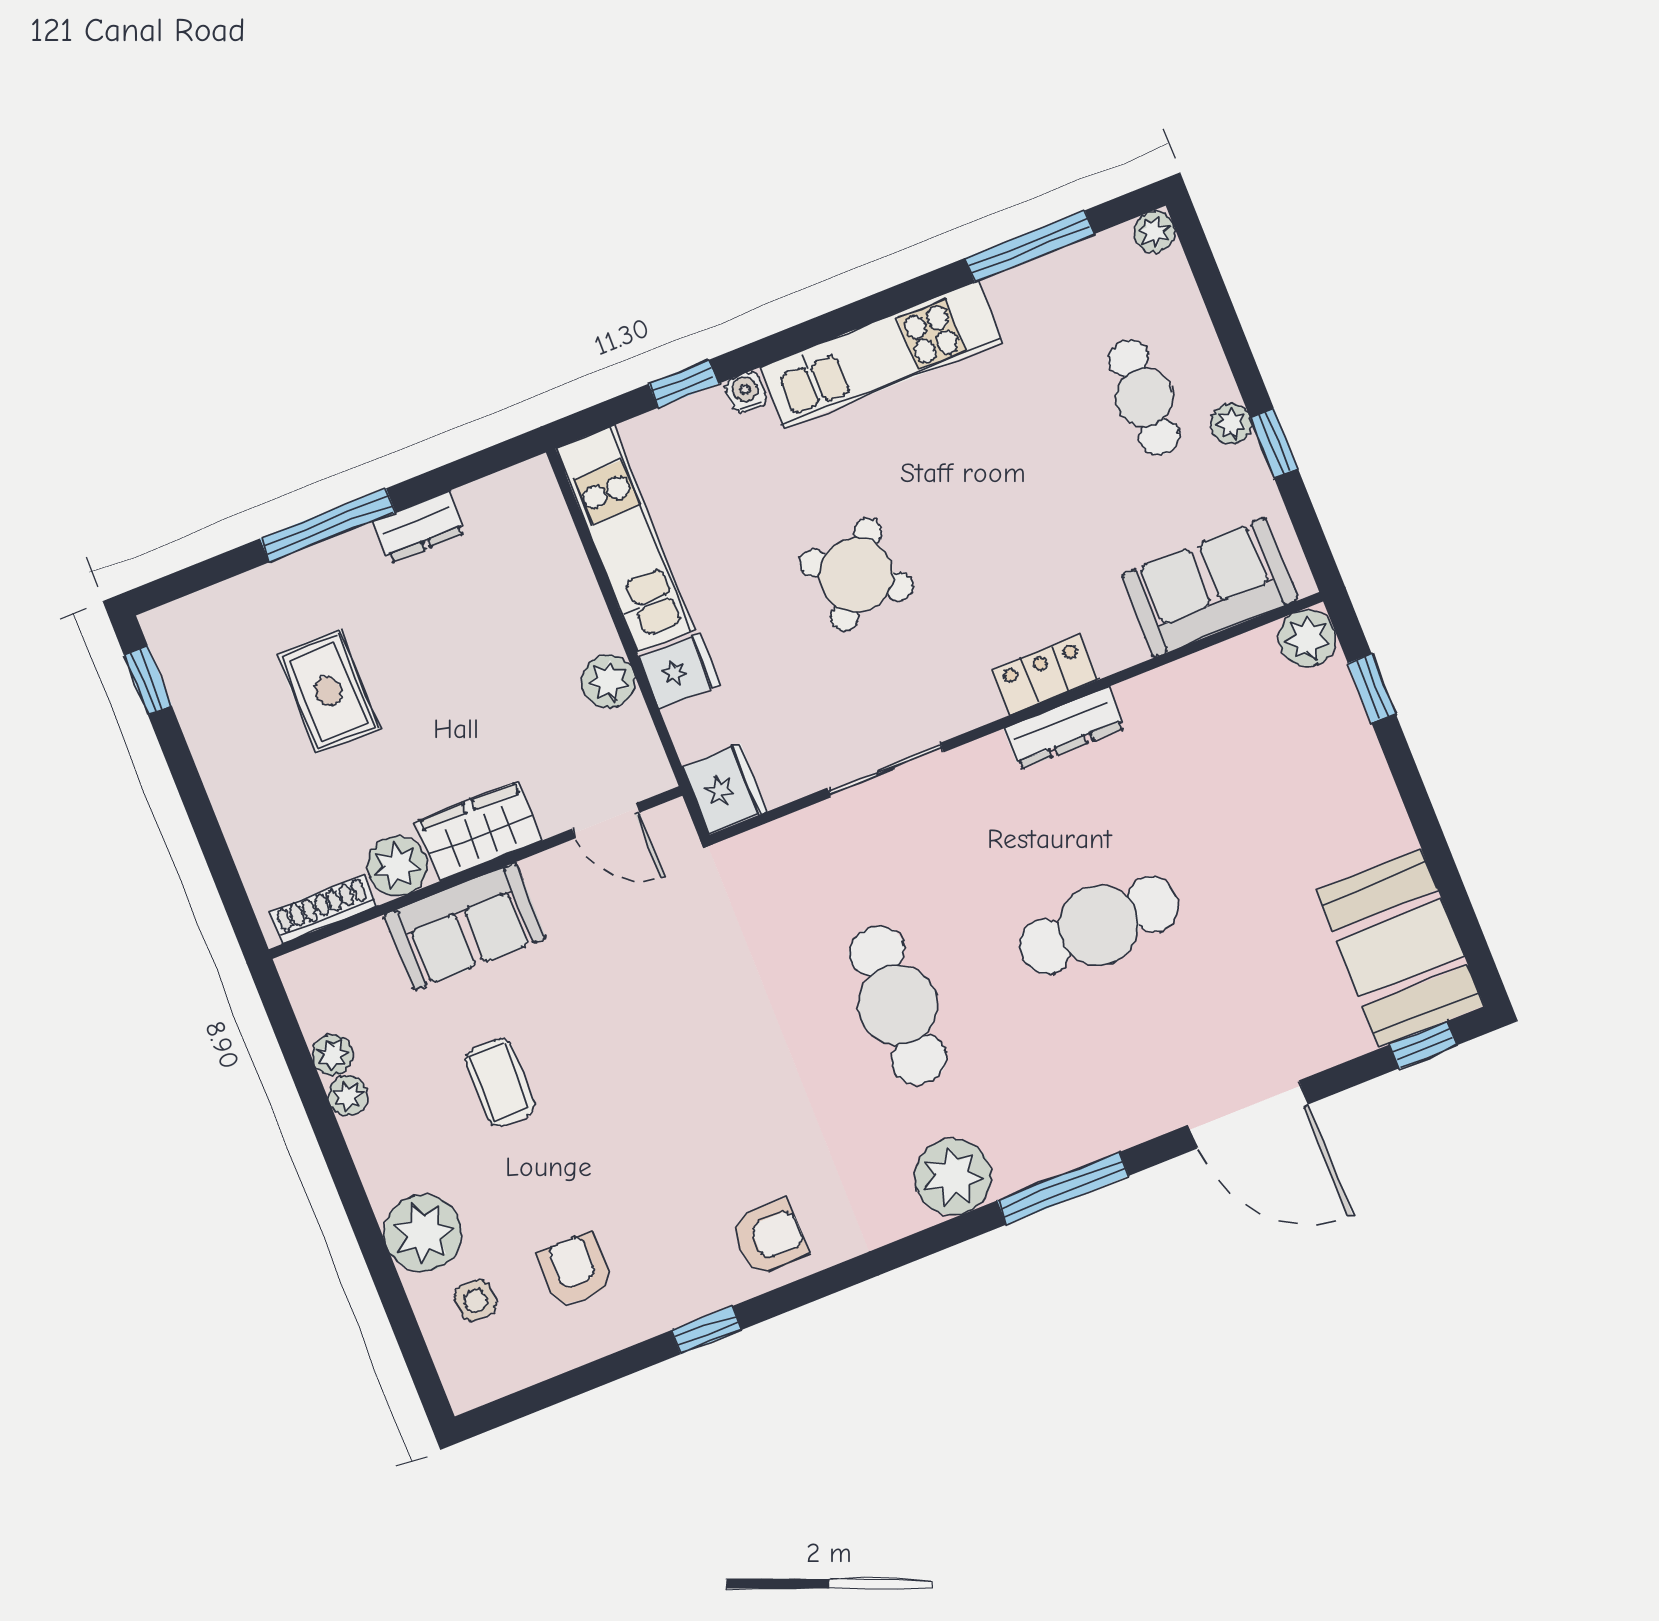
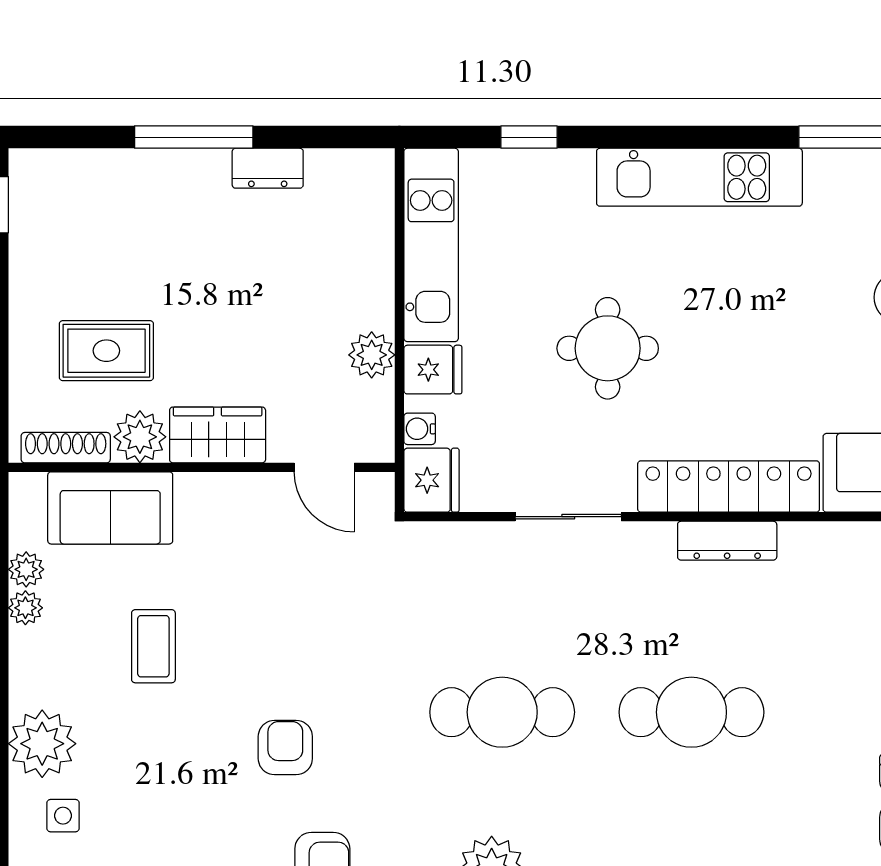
water cooler: (746, 392) -> (420, 429), moved, turned -90
round table: (856, 575) -> (608, 348), turned -37
locker: (1045, 675) -> (729, 486), width x2.16, depth x1.21
rug: (328, 691) -> (106, 351), moved, turned 90
sofa: (465, 927) -> (110, 508), moved
cafe table: (898, 1005) -> (502, 712), turned 90
armchair: (575, 1270) -> (285, 748), moved

